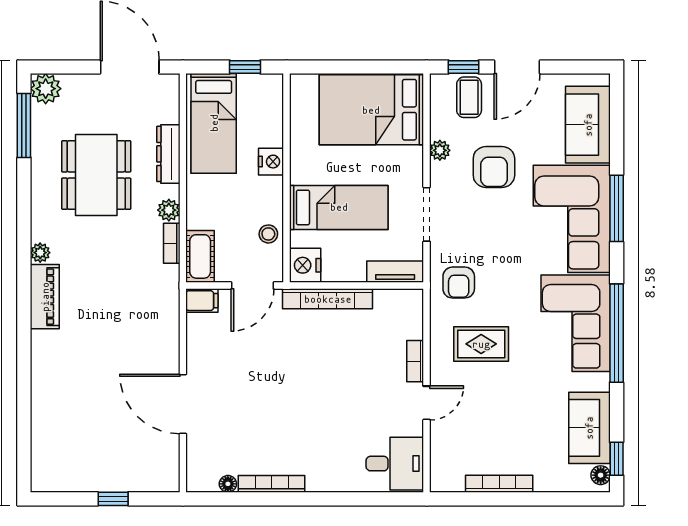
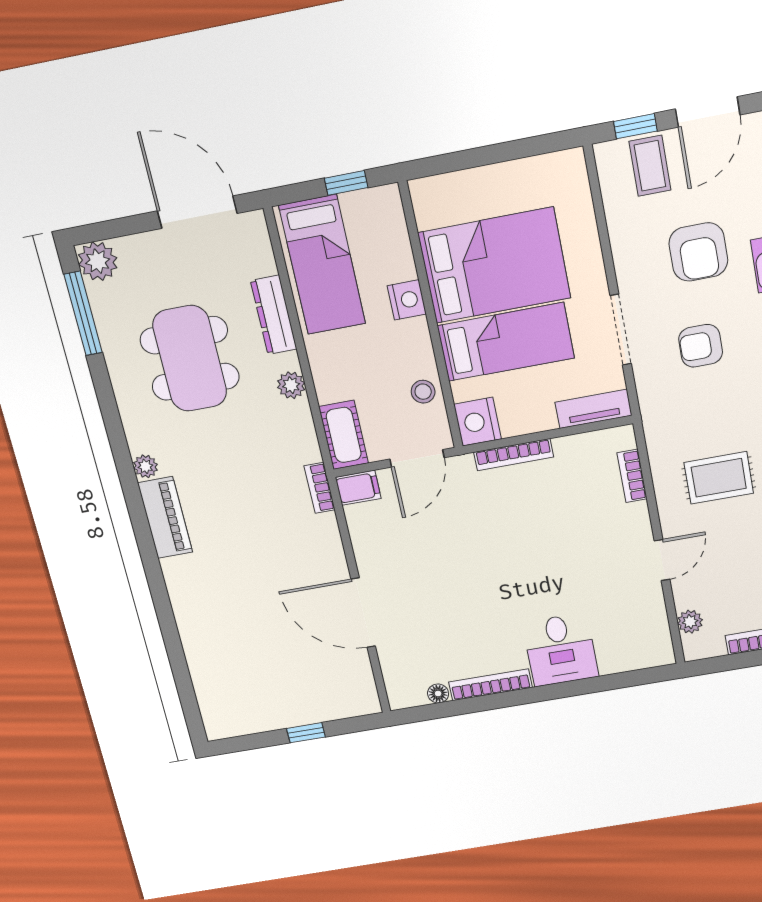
bed: (371, 110) -> (494, 265), moved, turned 180
plant: (440, 150) -> (690, 622), moved
bookcase: (172, 243) -> (319, 488), moved
armchair: (459, 283) -> (701, 346), moved, turned 90
bookcase: (328, 299) -> (514, 455), width x0.68, depth x0.76
bookcase: (415, 361) -> (632, 476), moved
desk: (395, 464) -> (560, 650), moved, turned 90

